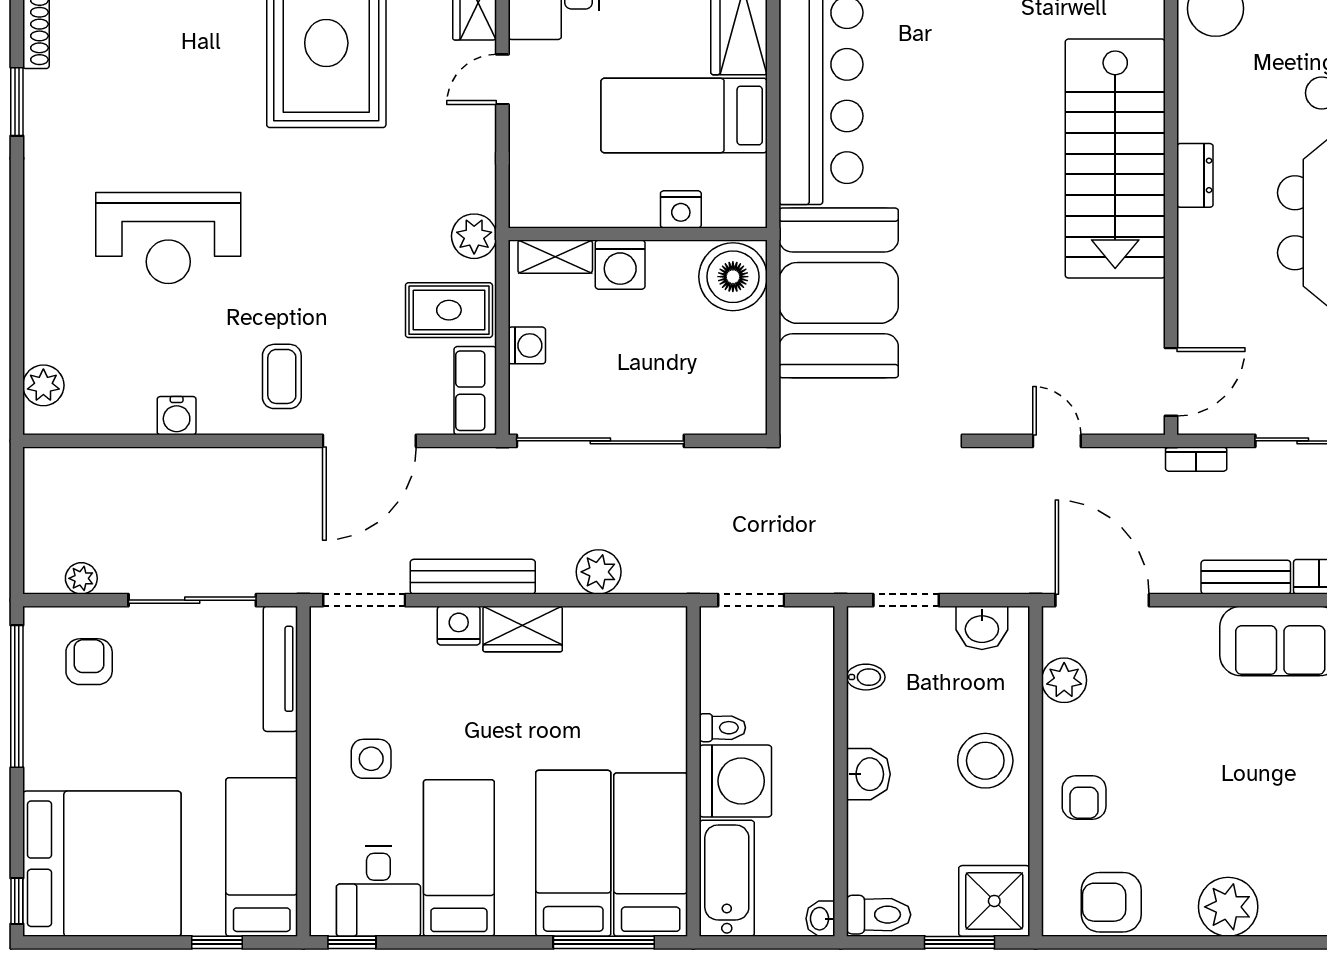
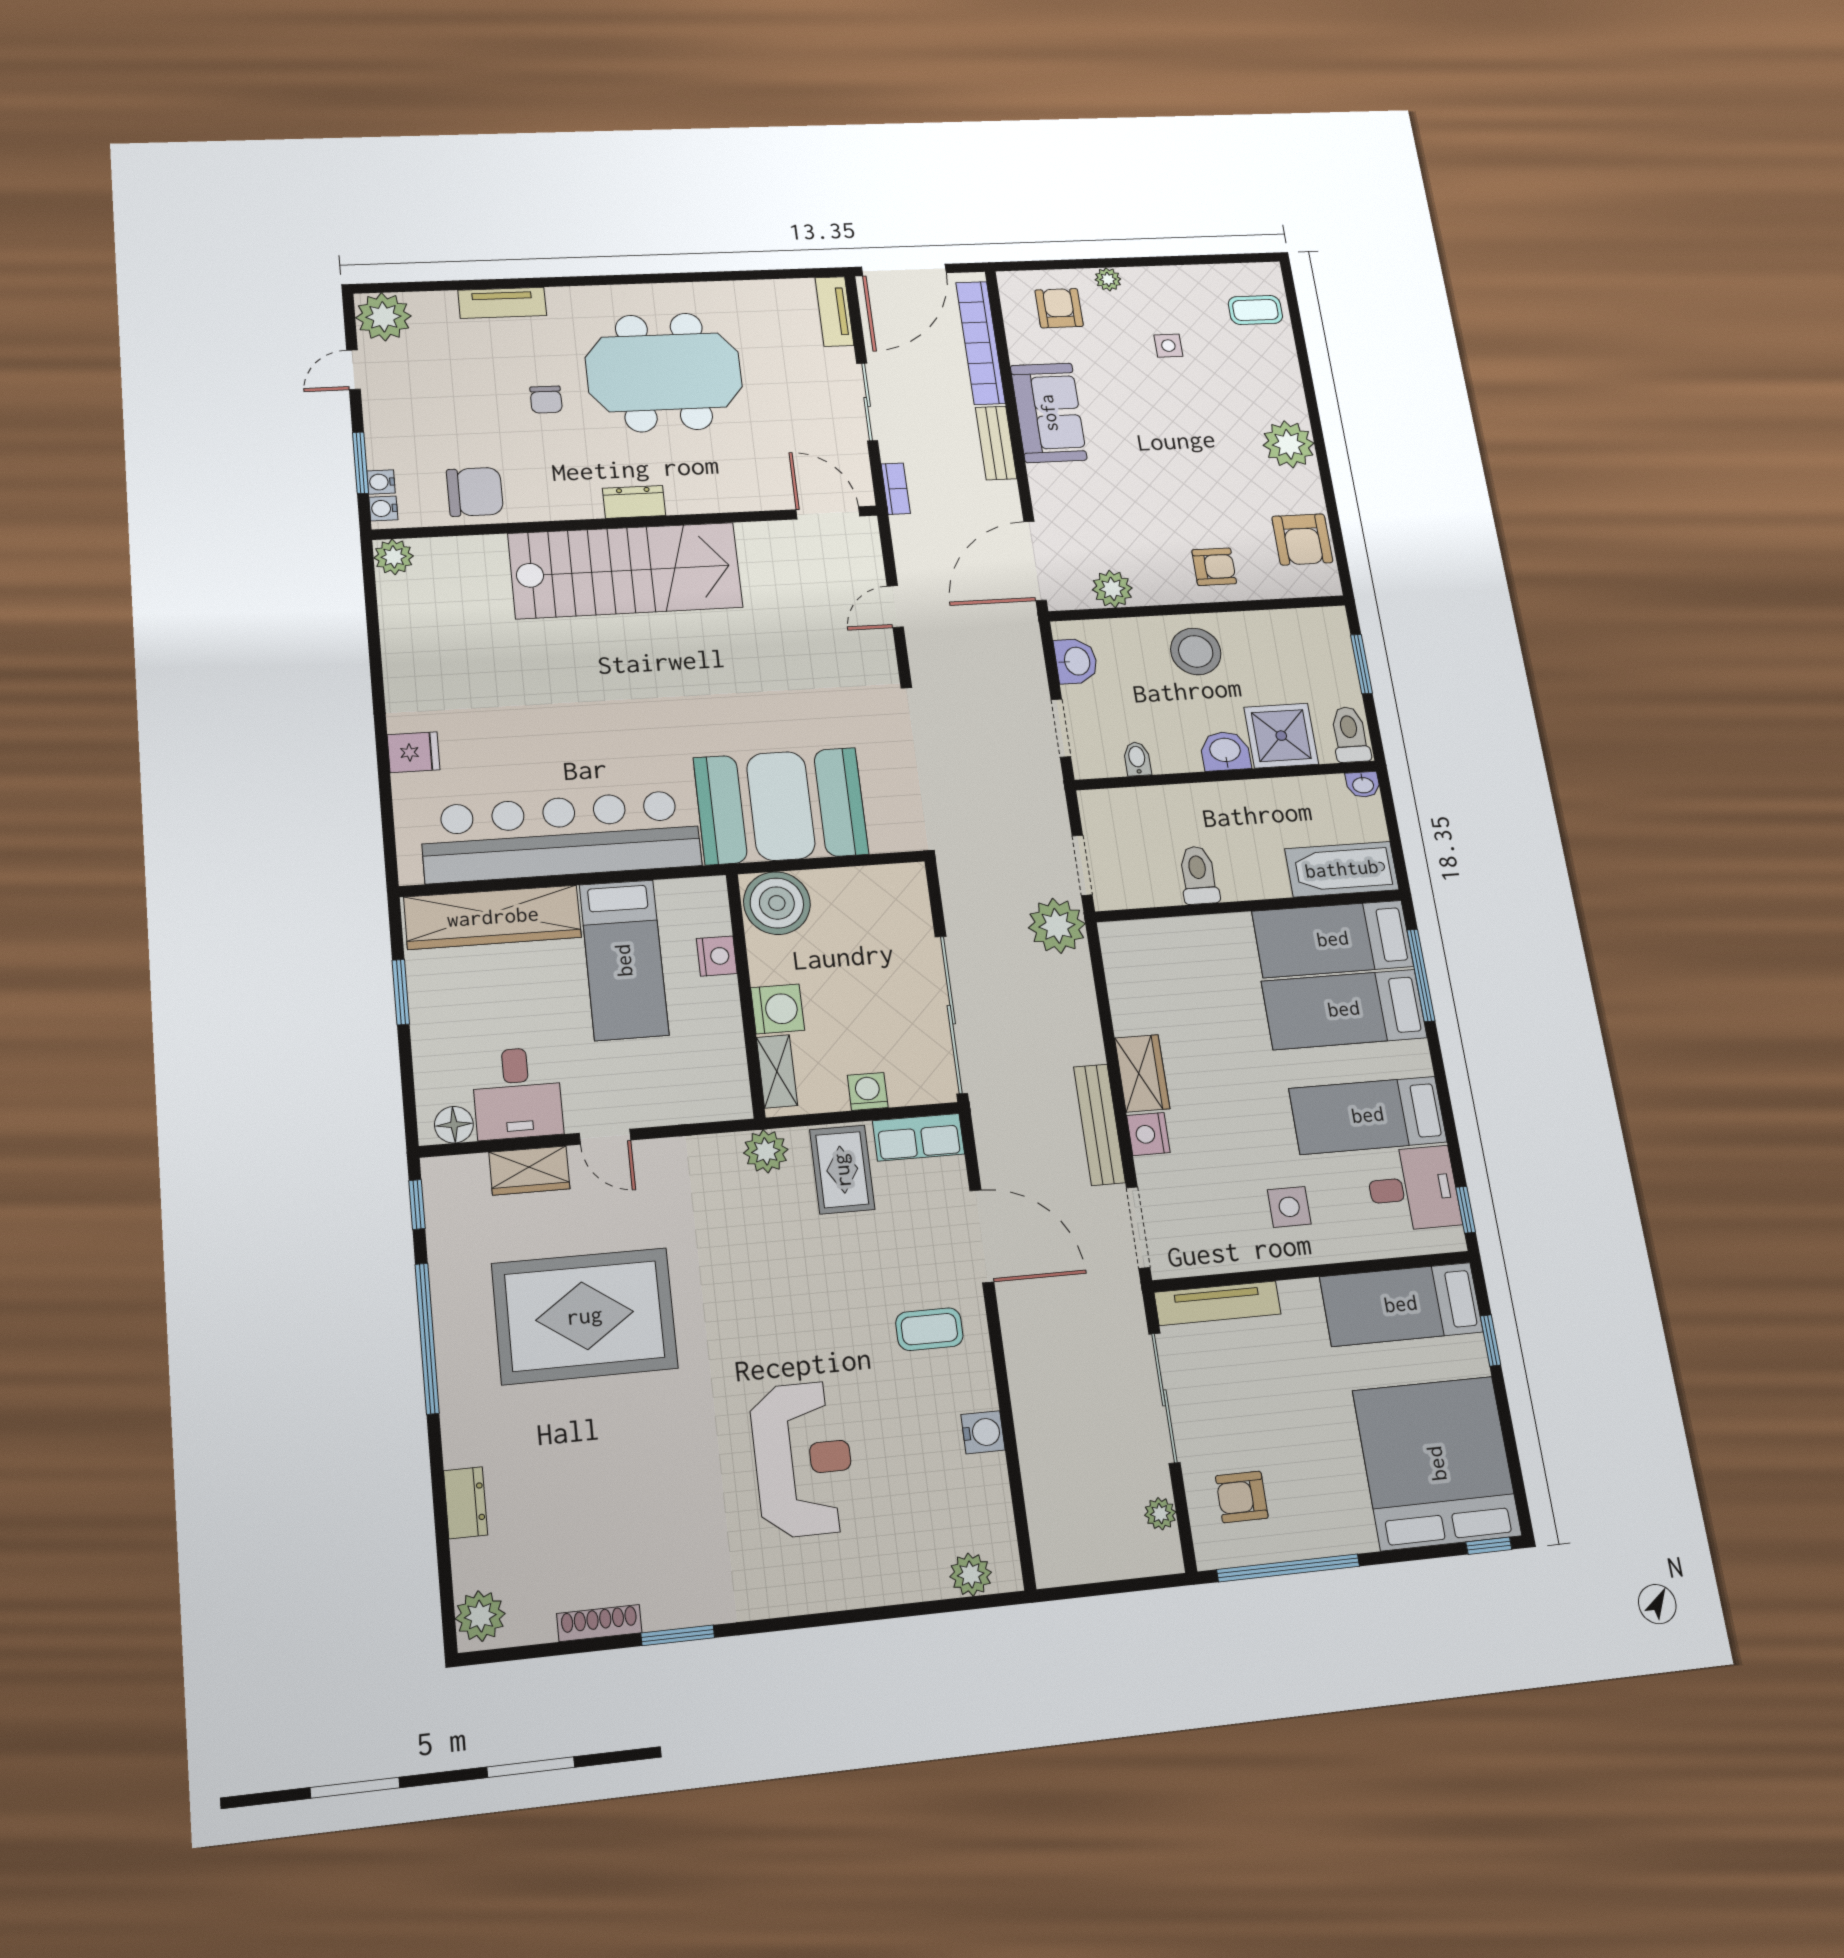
plant: (599, 572) -> (1057, 926), moved, width x1.36, depth x1.36
toilet: (722, 728) -> (1198, 875), width x1.37, depth x1.39
washing machine: (735, 781) -> (1252, 868), removed
shower: (994, 901) -> (1281, 736), moved

